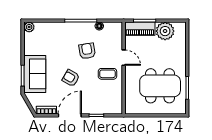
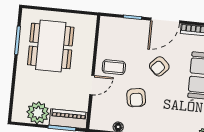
door: (124, 58) -> (92, 85), swing flipped
armchair: (71, 78) -> (159, 66), turned 104
dining table: (160, 86) -> (51, 46), turned 90

